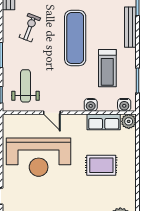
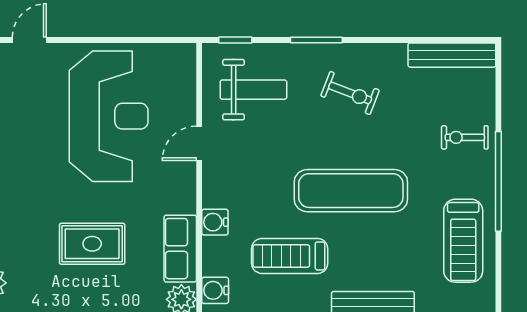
exercise bike: (30, 28) -> (350, 93), moved
reception desk: (39, 157) -> (109, 116), turned 180
rug: (101, 165) -> (92, 244), turned 90

